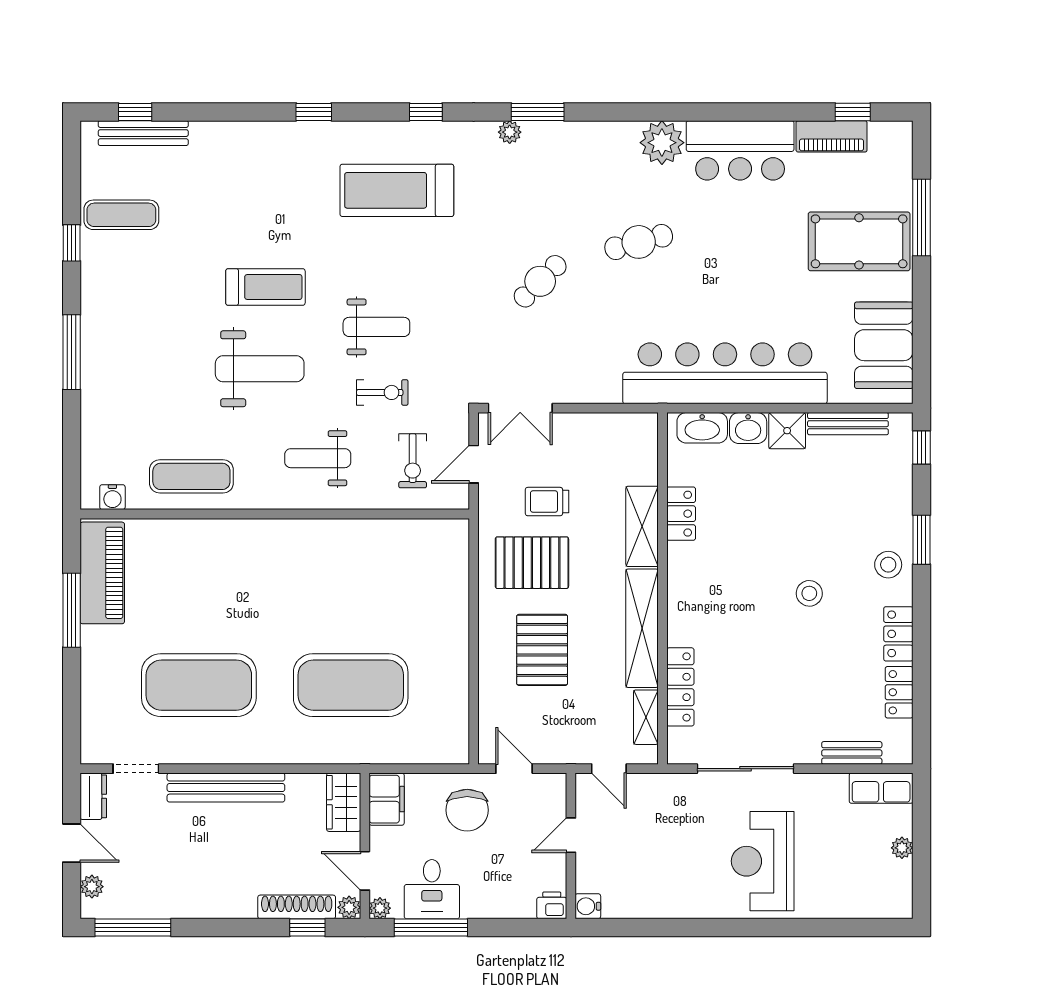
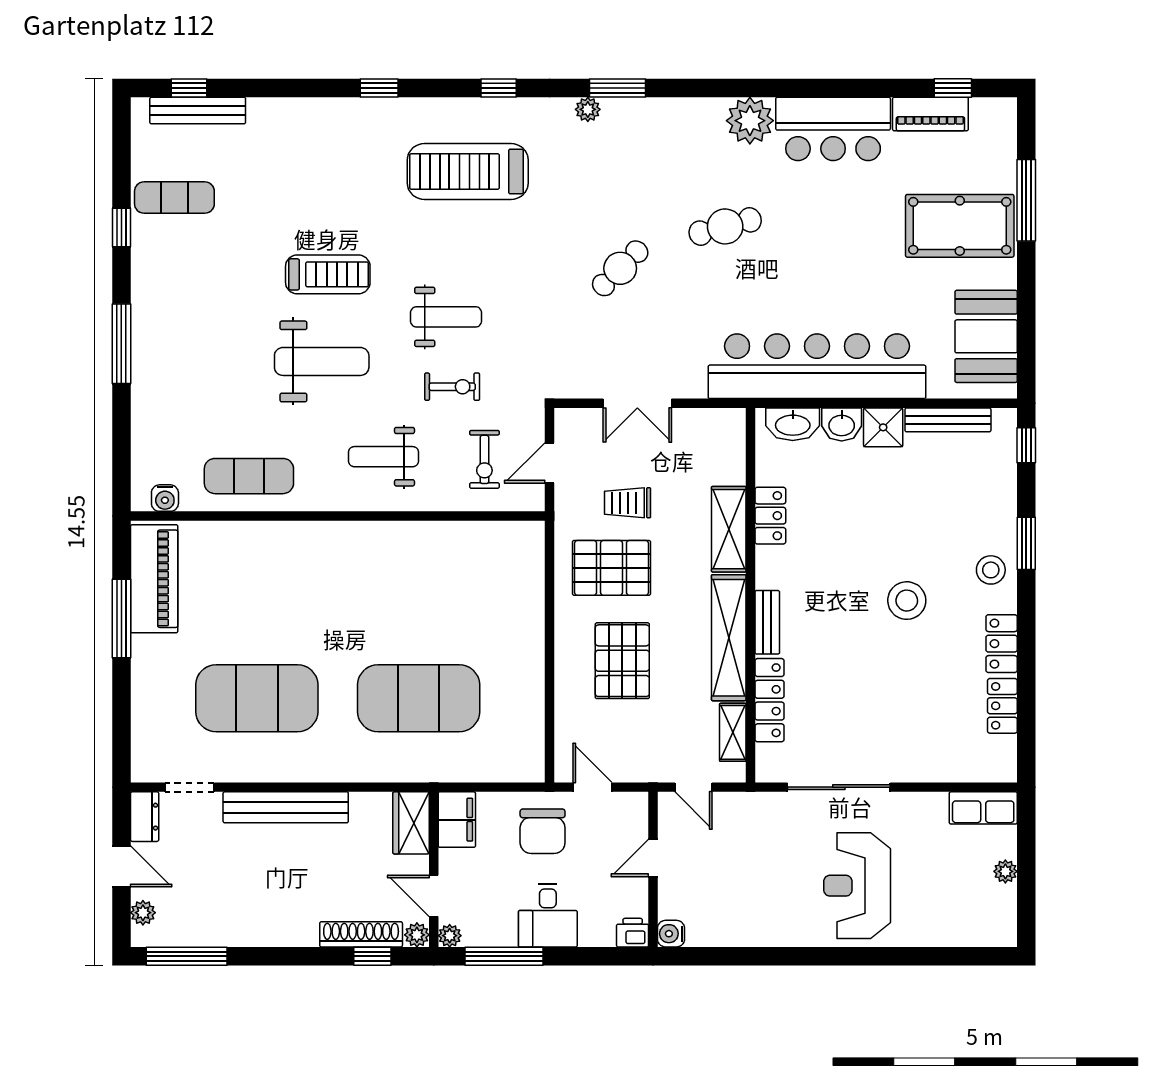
double door: (520, 408) -> (637, 403), moved
stool: (809, 593) -> (907, 601), width x1.38, depth x1.38
bench: (852, 753) -> (767, 622), moved, turned 90
desk: (432, 889) -> (548, 915), moved

